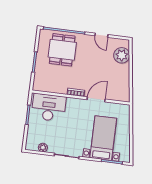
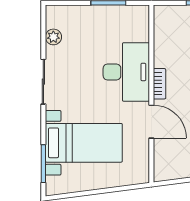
desk: (49, 107) -> (126, 72), moved

